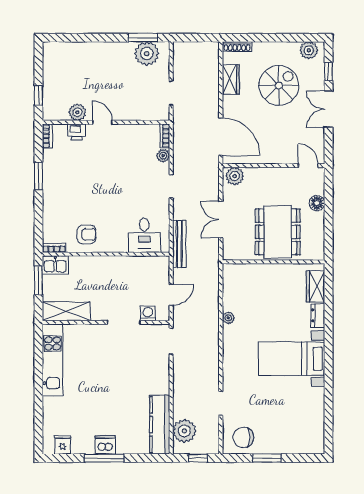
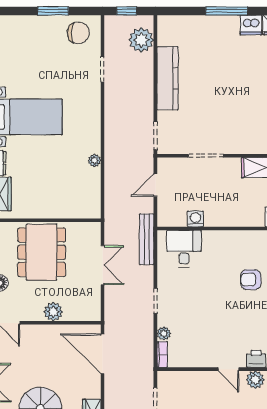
plant: (235, 176) -> (53, 312), moved
armchair: (87, 234) -> (251, 280), moved
washing machine: (148, 313) -> (195, 219), moved, turned 180
kitchen counter: (160, 425) -> (168, 78), moved
dishwasher: (105, 445) -> (251, 25), moved

